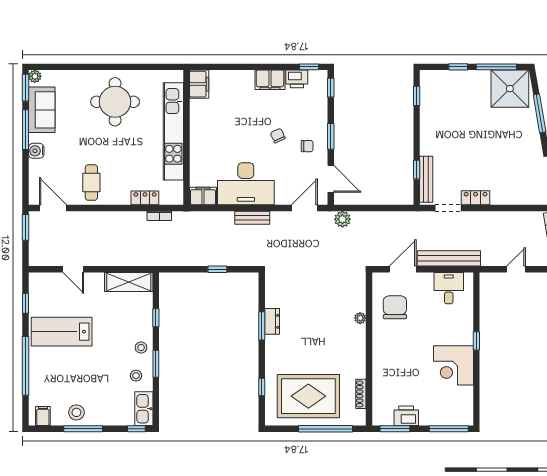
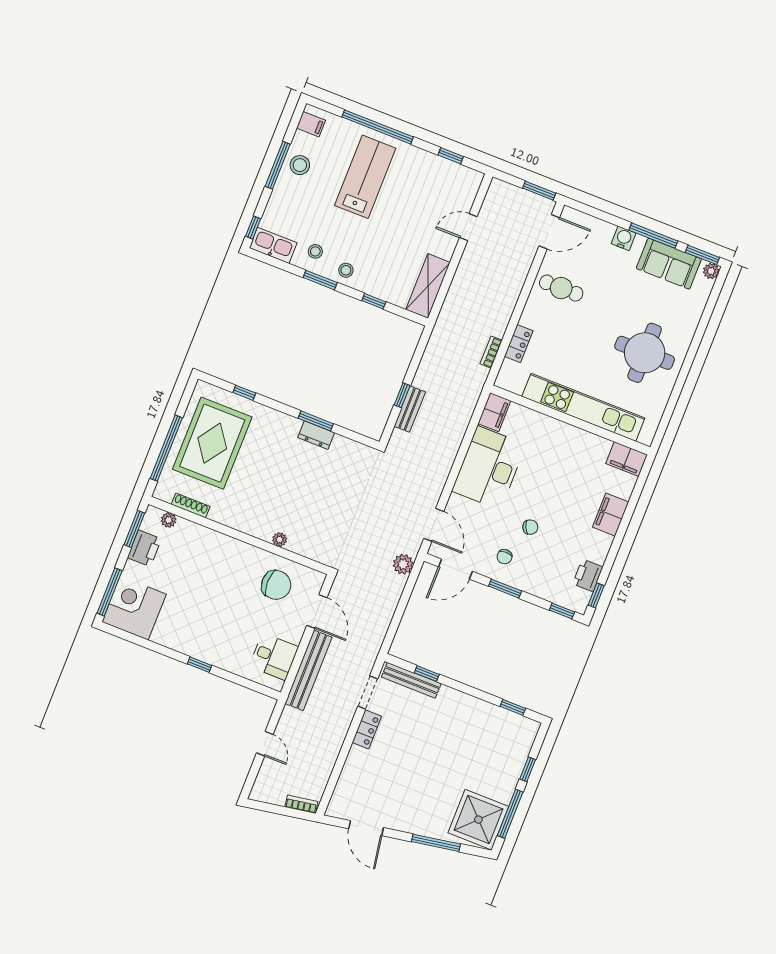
filing cabinet: (270, 80) -> (611, 515), moved
bench: (252, 218) -> (410, 409), moved
lab bench: (62, 332) -> (365, 177), moved
corner desk: (454, 365) -> (134, 608), moved
plant: (378, 406) -> (169, 520), added

